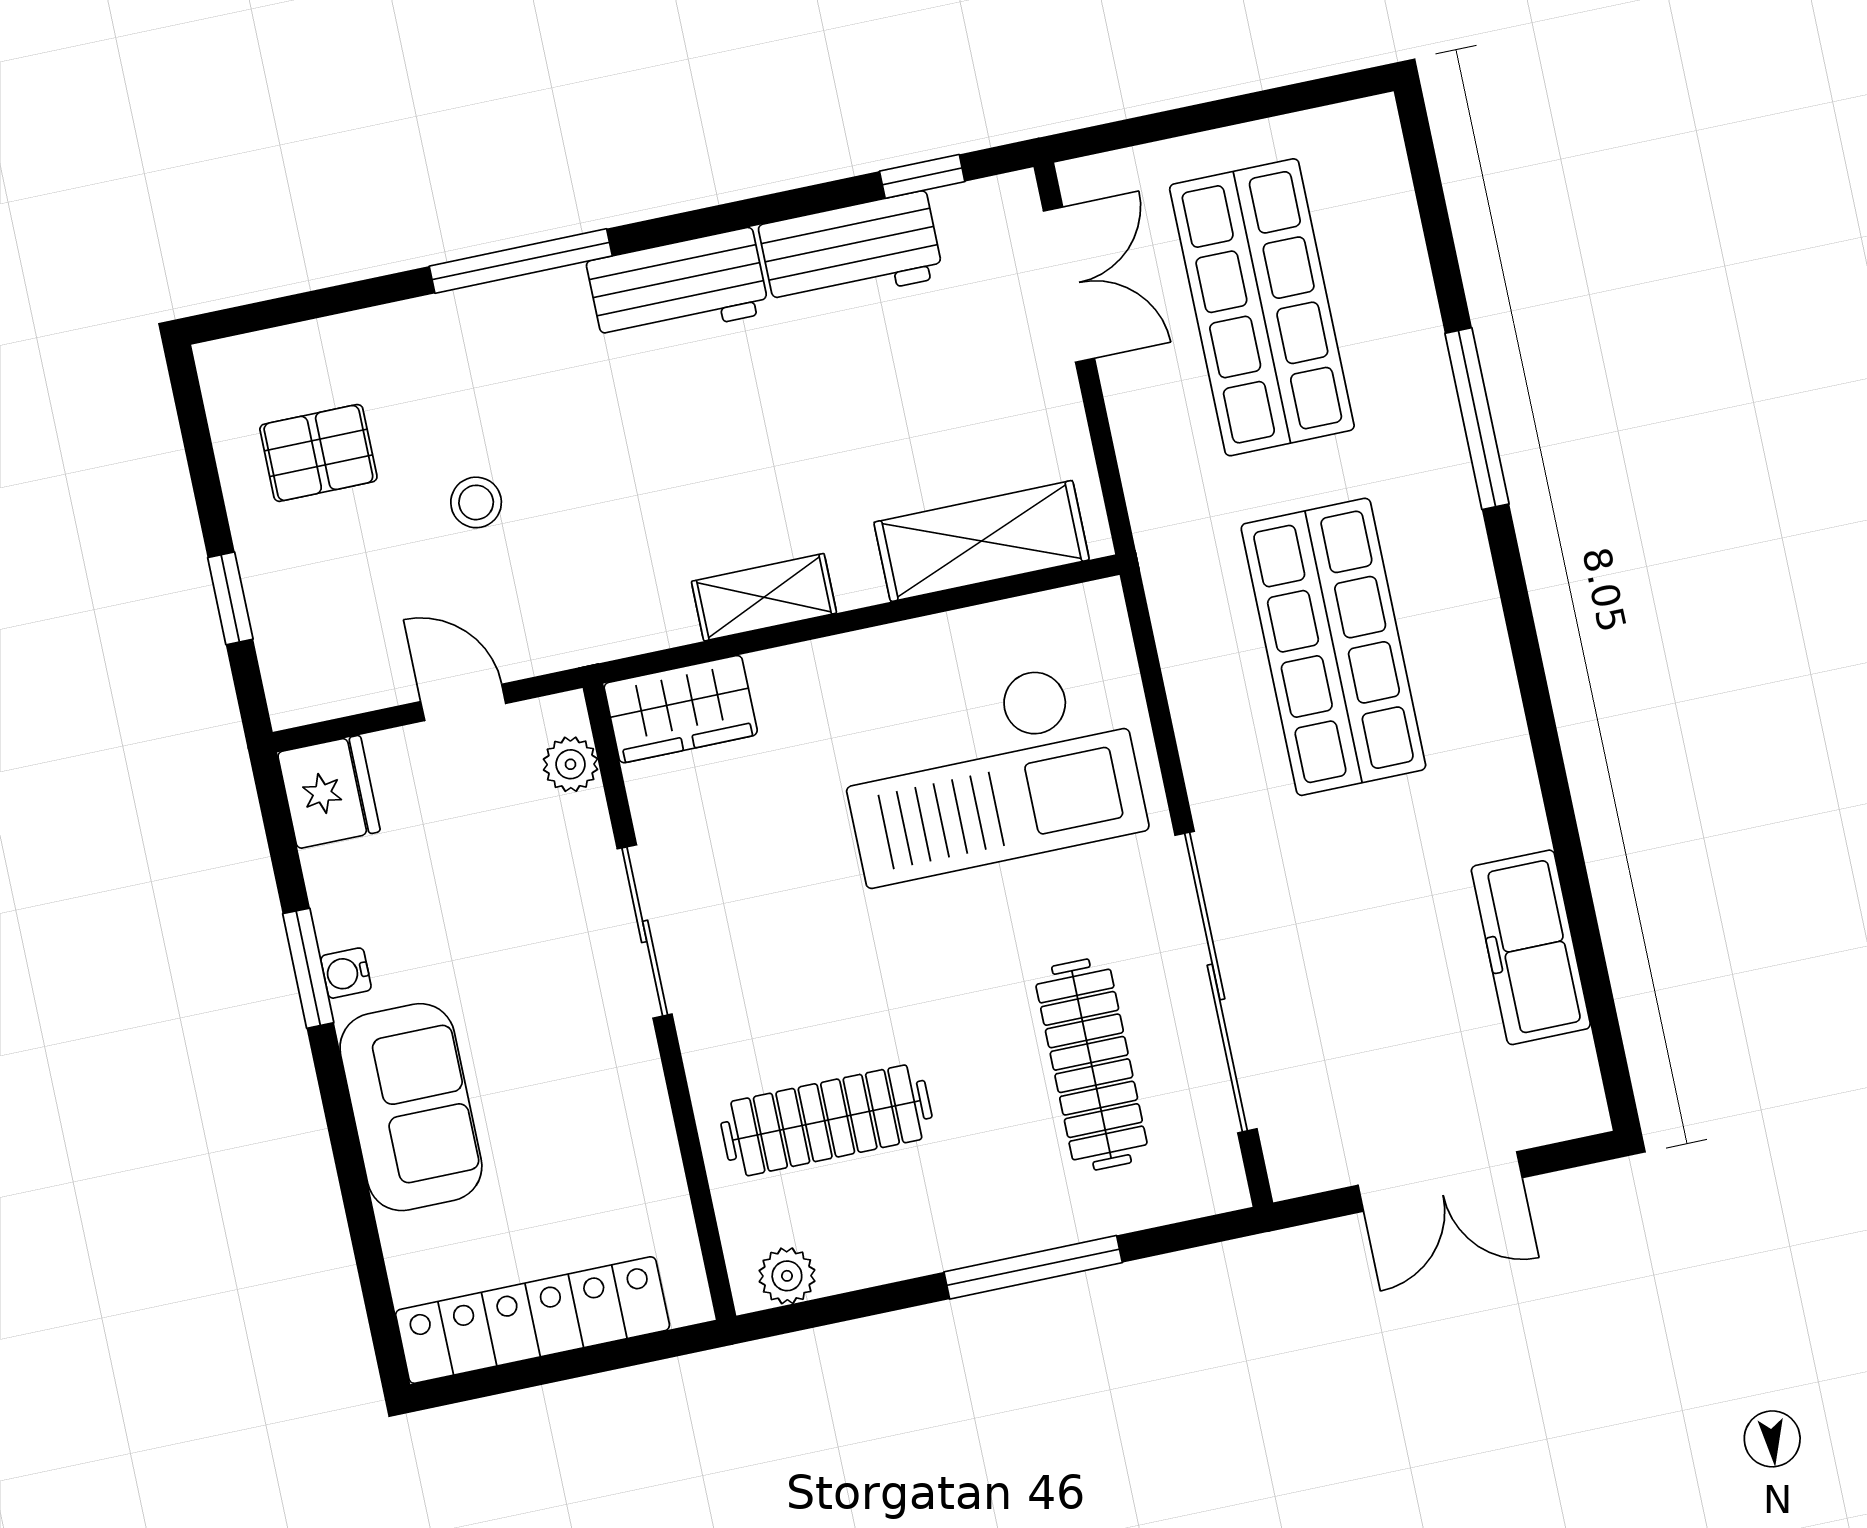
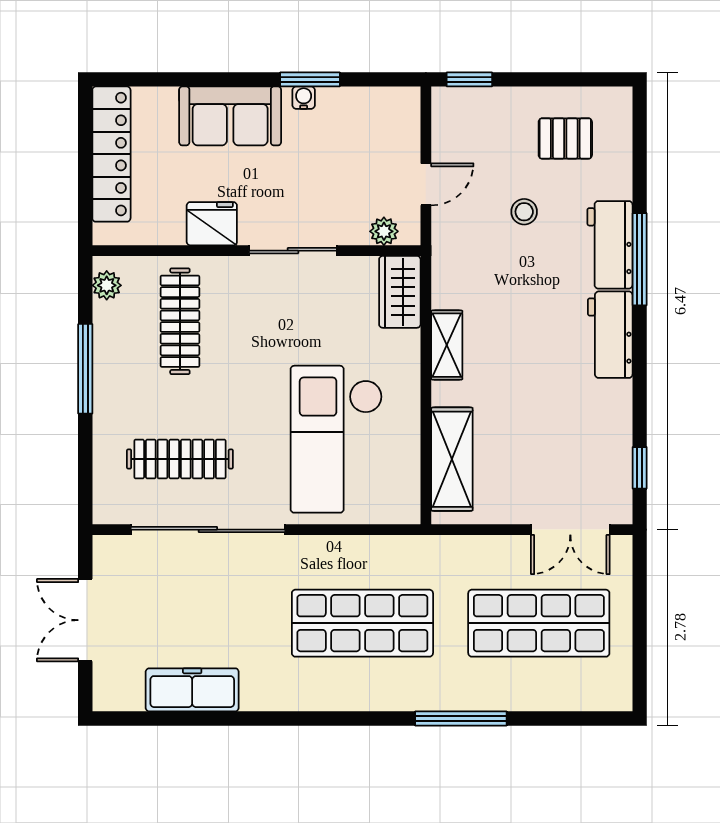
workbench: (851, 251) -> (610, 245), moved
pallet: (318, 453) -> (565, 138), turned 90
window: (230, 598) -> (469, 79), moved
fridge: (329, 792) -> (212, 224), moved, turned 180
window: (1033, 1267) -> (85, 369), moved

